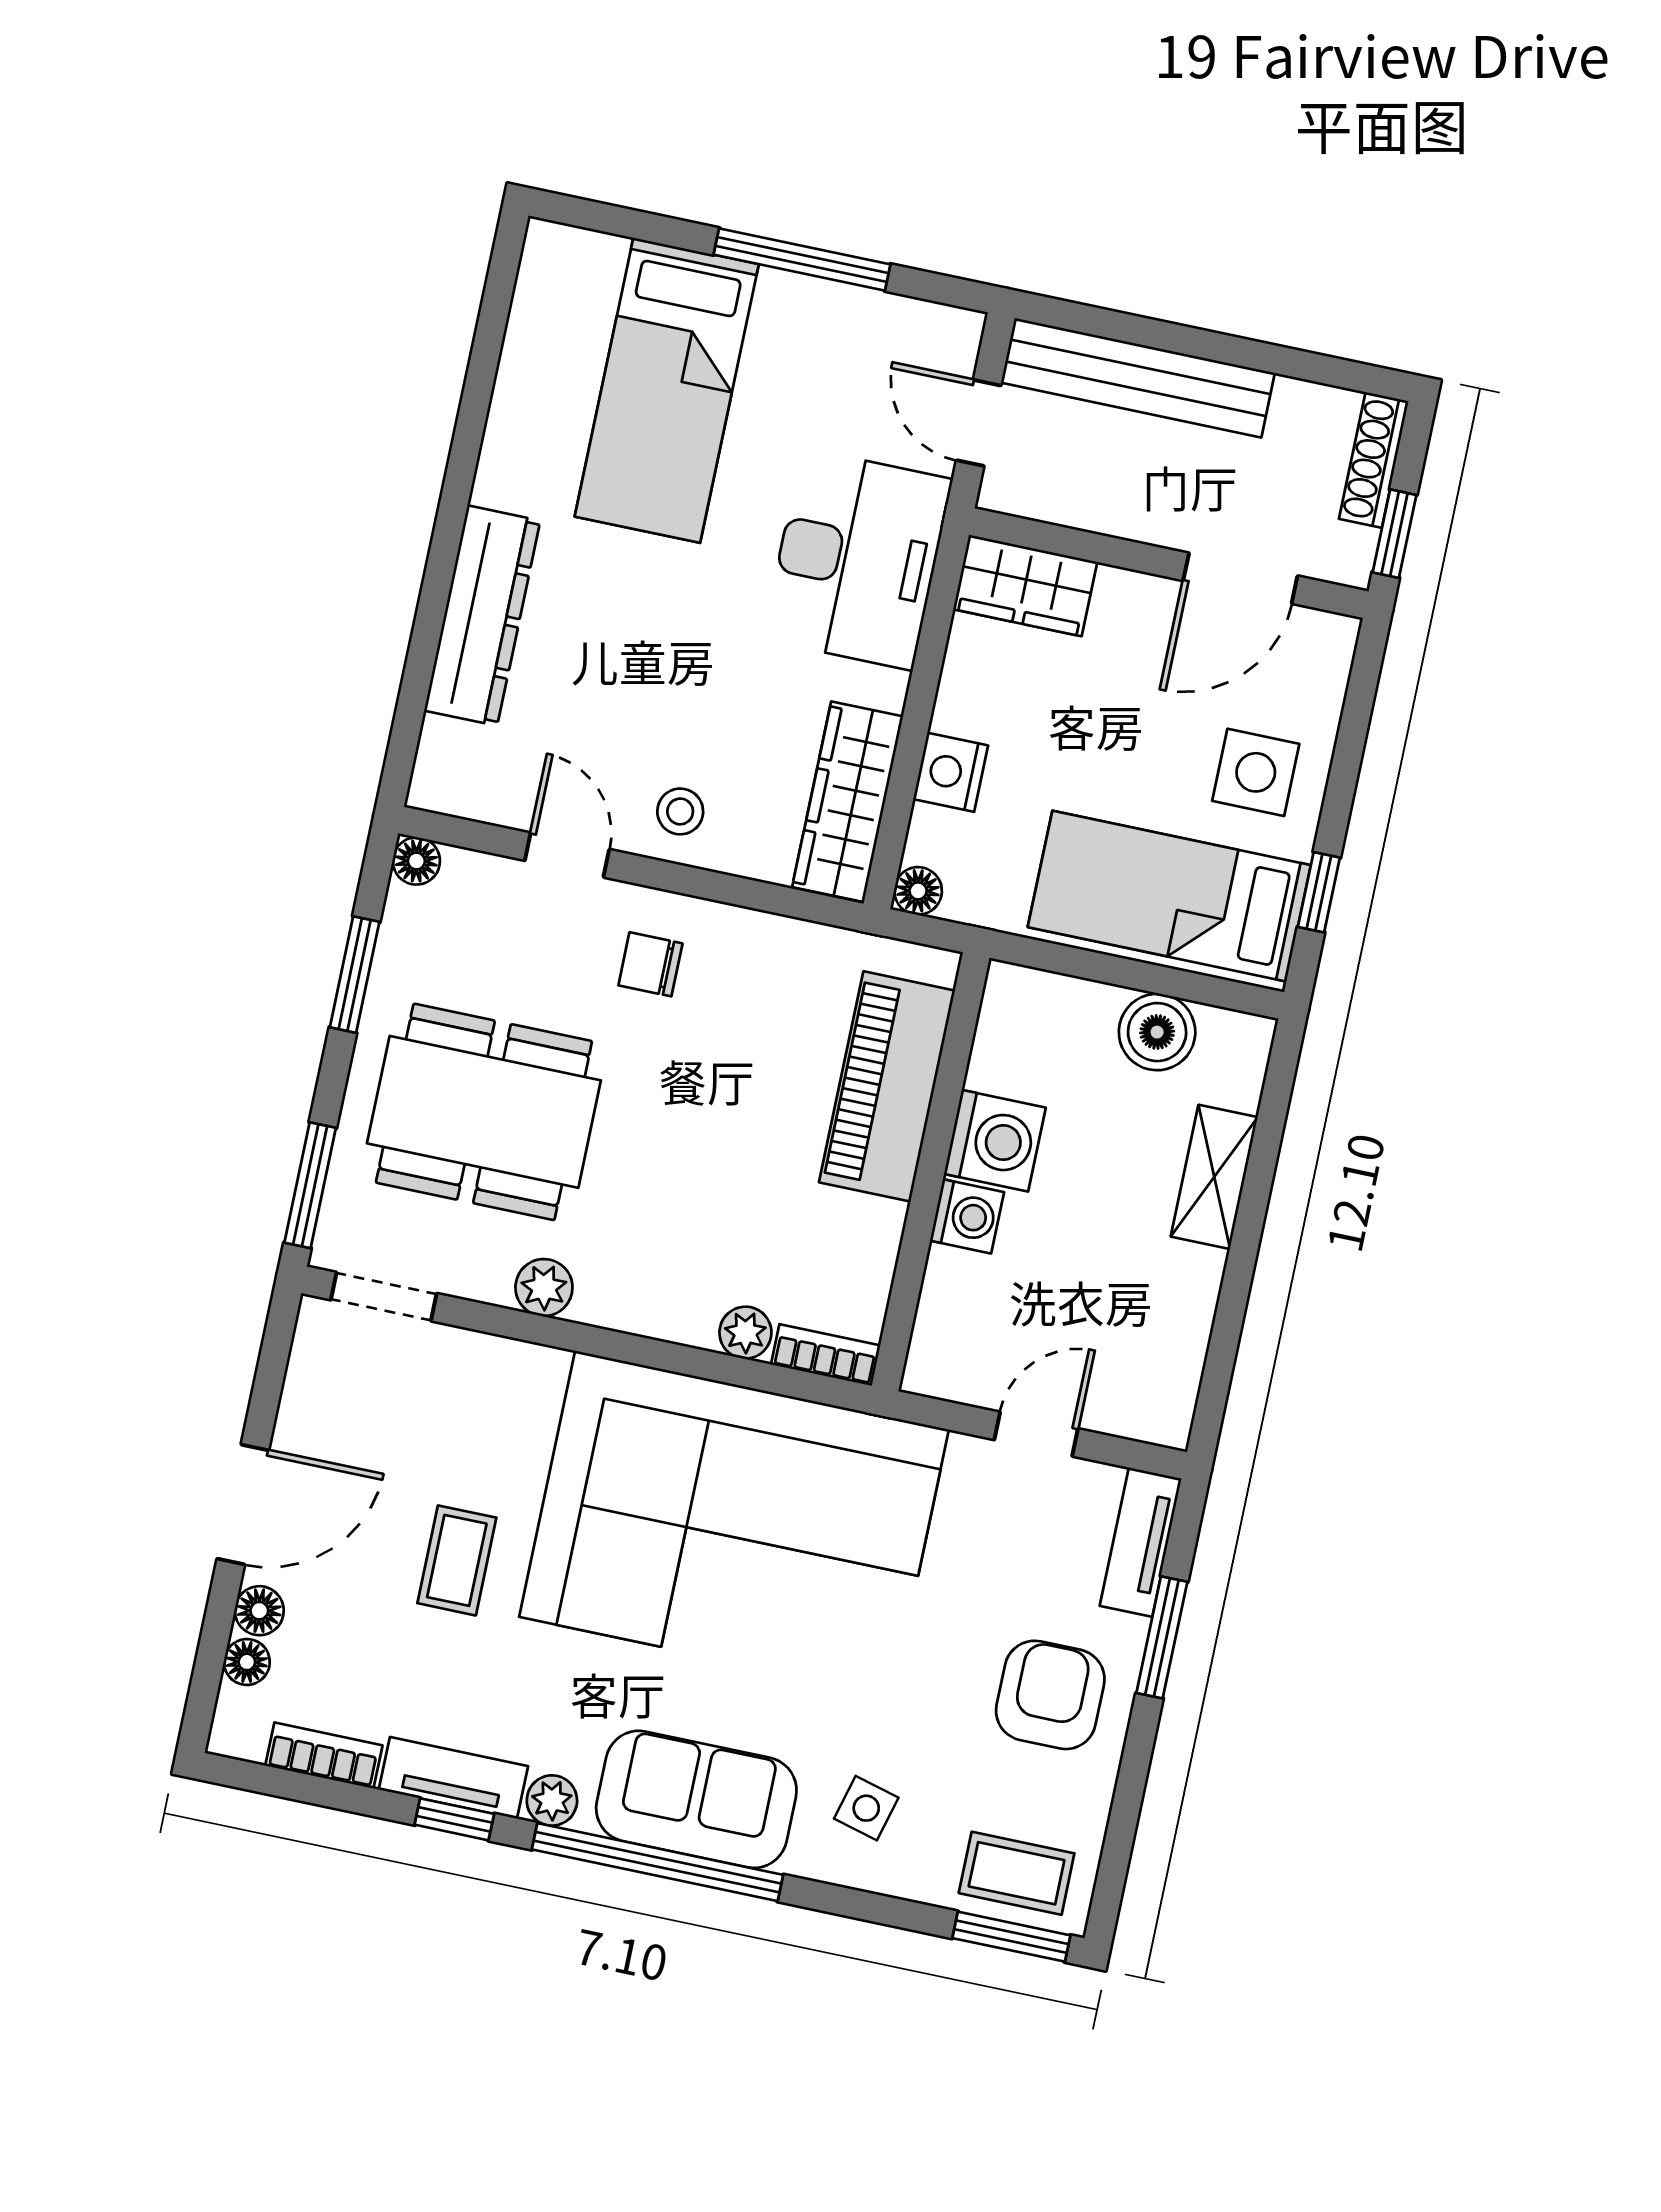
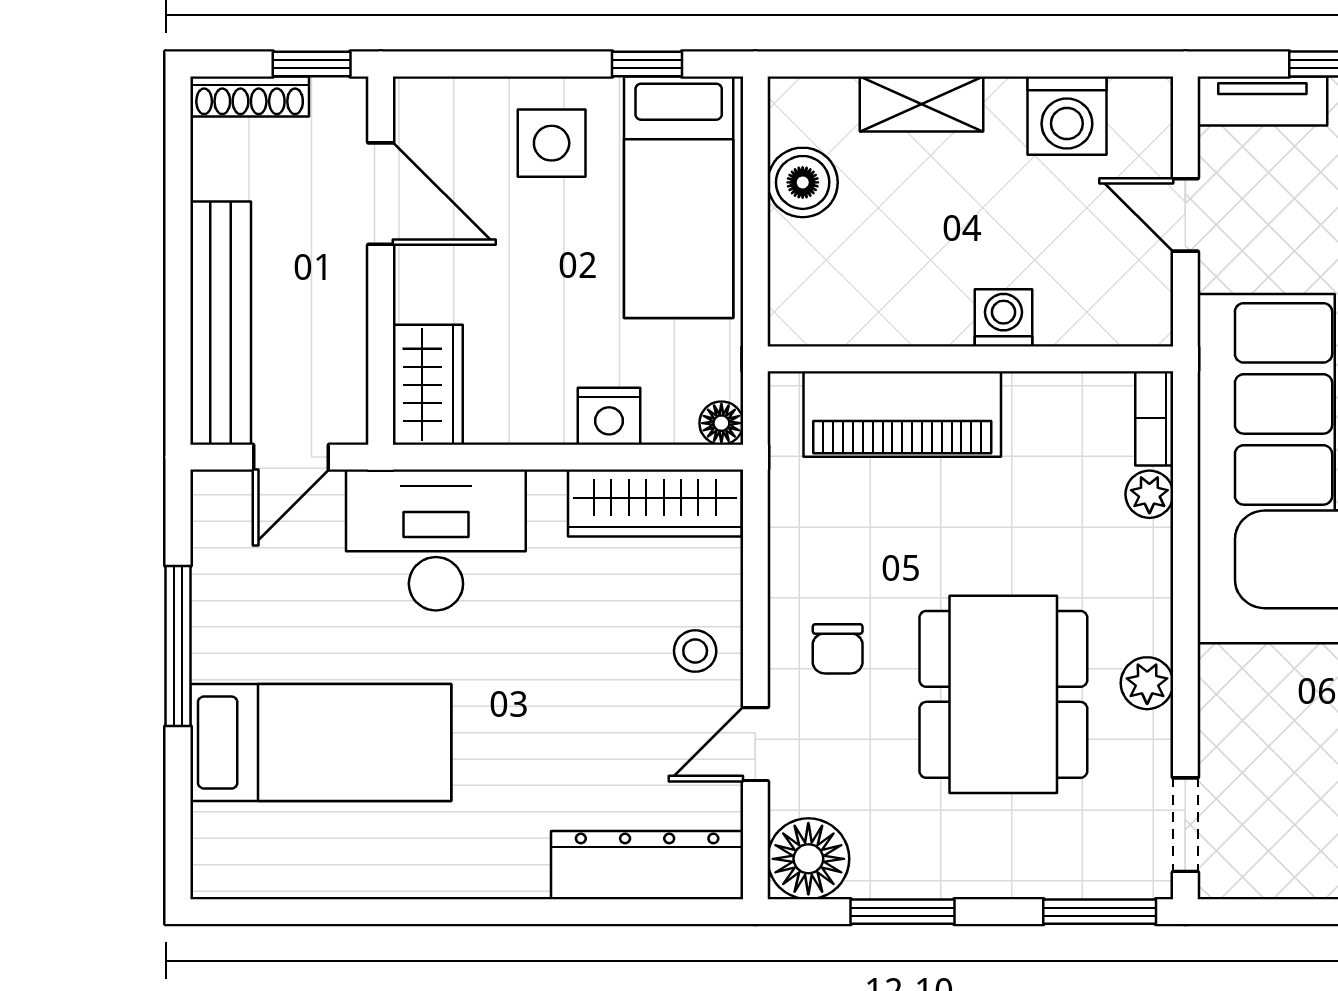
dresser: (482, 616) -> (647, 865), moved
floor lamp: (416, 861) -> (808, 859), width x1.89, depth x1.89
dining table: (484, 1112) -> (1003, 694), moved
washing machine: (995, 1141) -> (1067, 116), moved, turned 180

